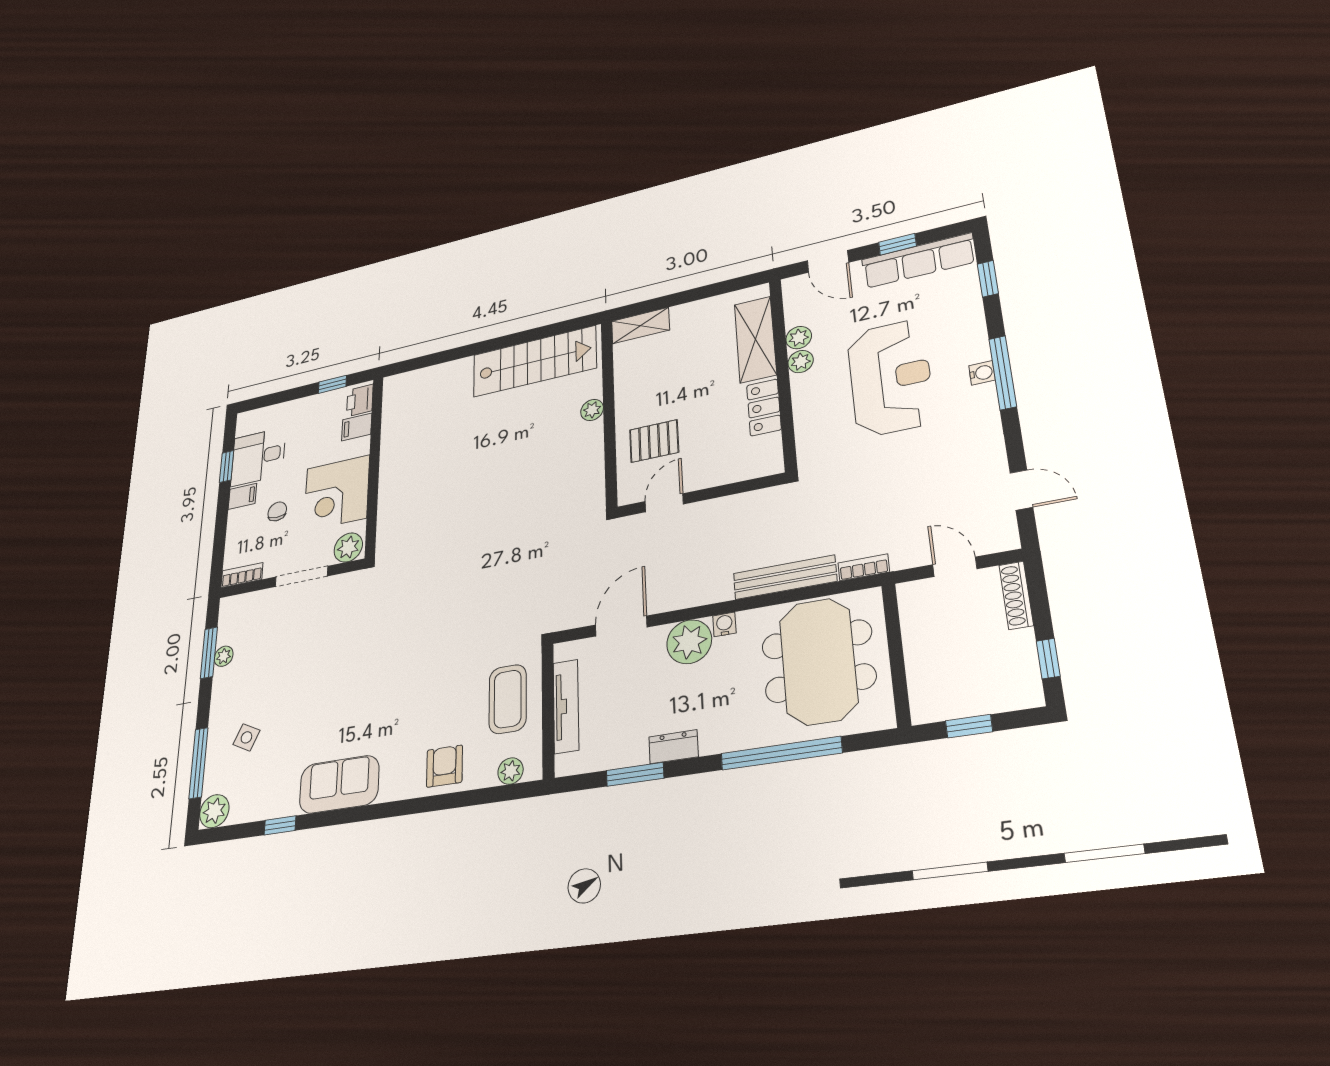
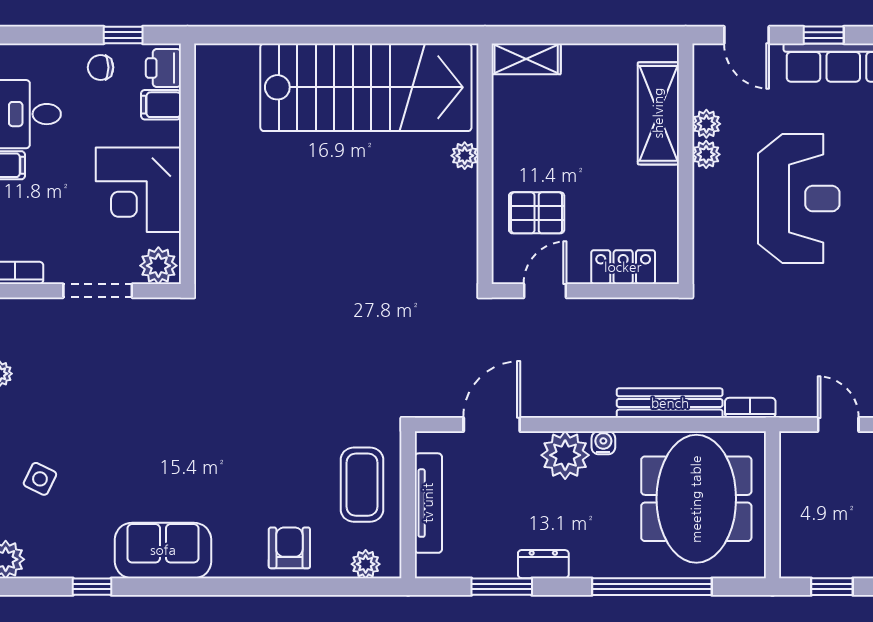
stairs: (534, 361) -> (366, 87), width x1.36, depth x1.51
locker: (764, 407) -> (623, 267), moved, turned 90
chair: (277, 511) -> (101, 67), moved, turned -90

